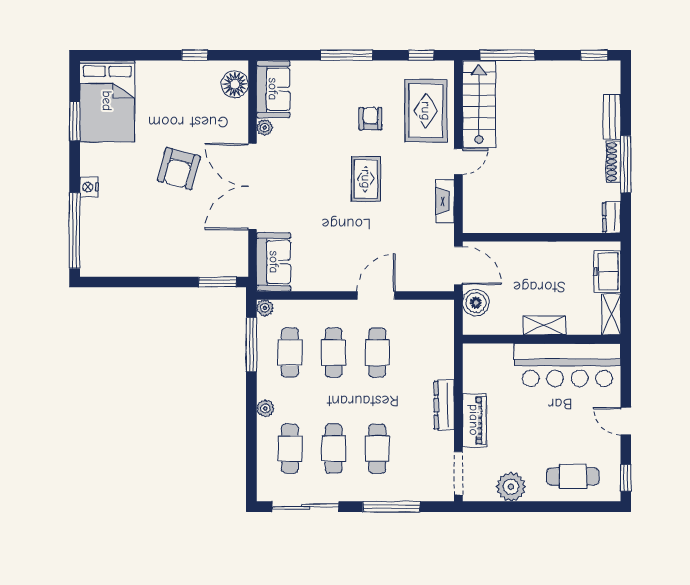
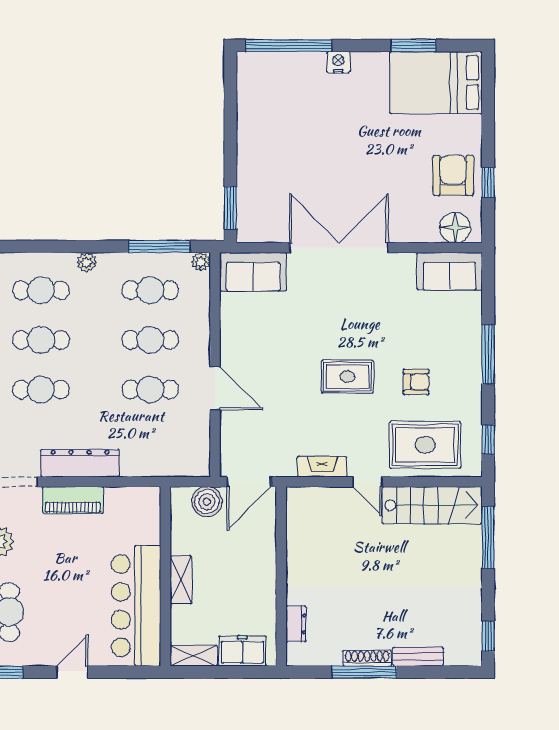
plant: (265, 128) -> (406, 262), removed
armchair: (179, 168) -> (453, 175), moved, turned 75
dresser: (612, 217) -> (296, 624), moved, turned 90
dresser: (444, 405) -> (80, 463), width x1.37, depth x1.24

